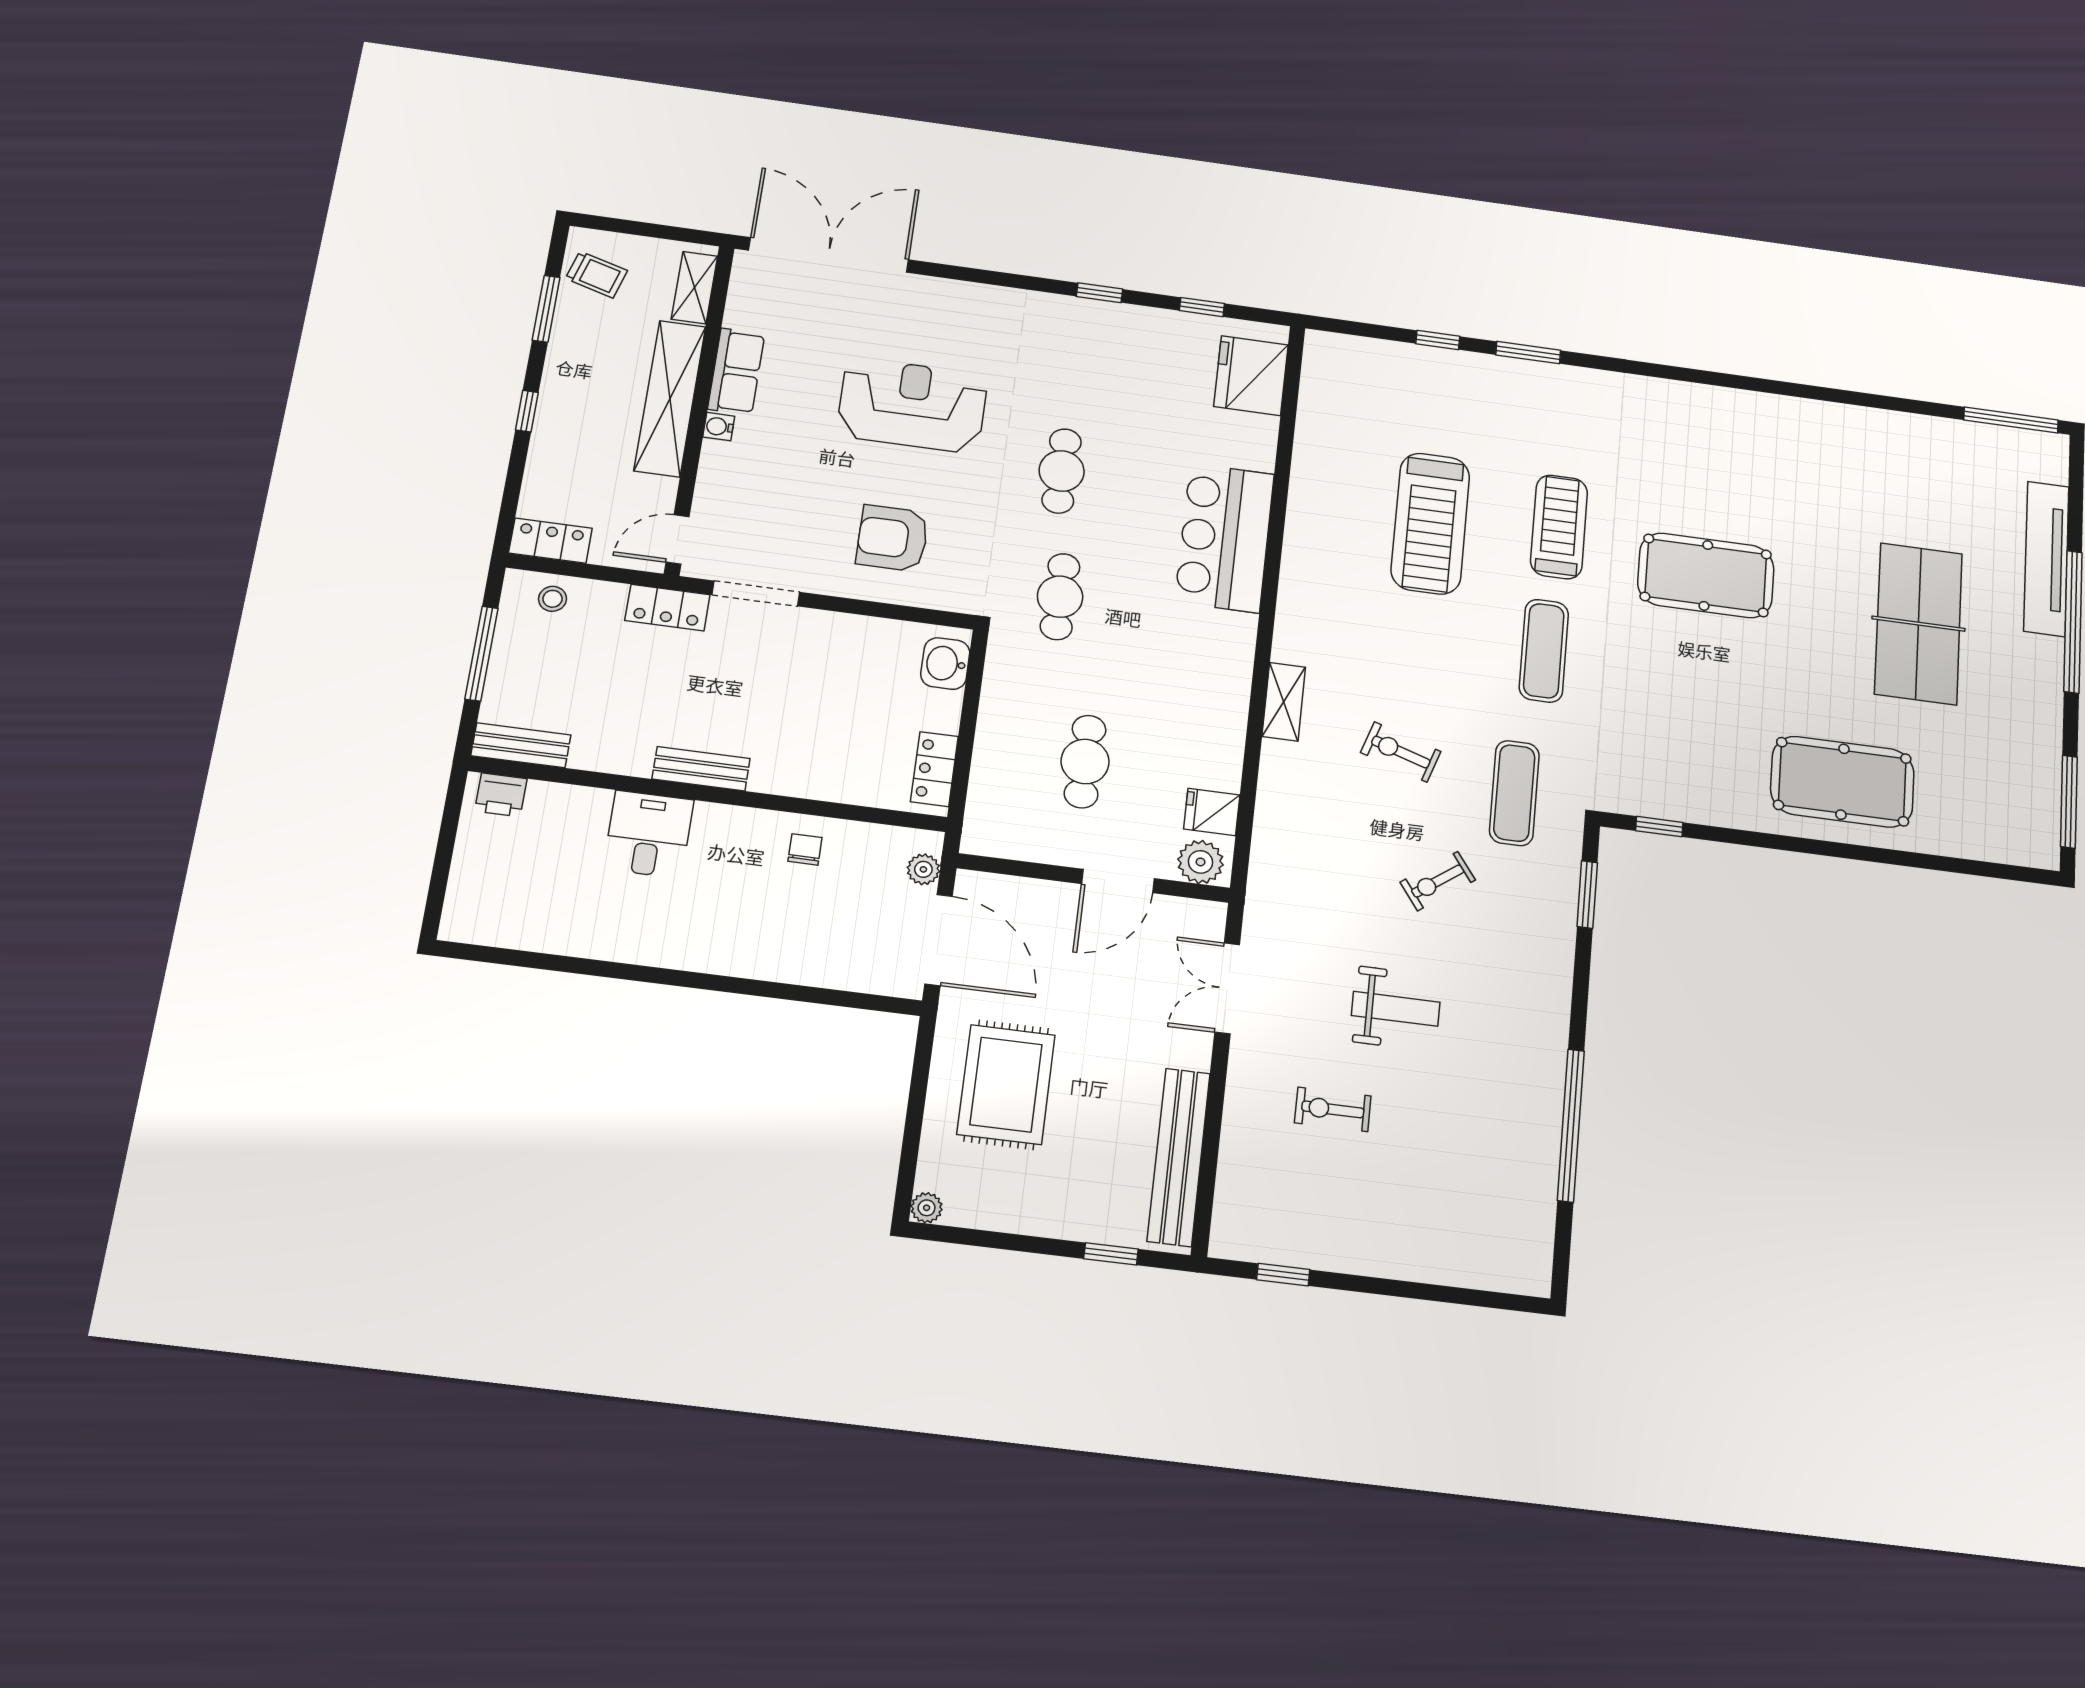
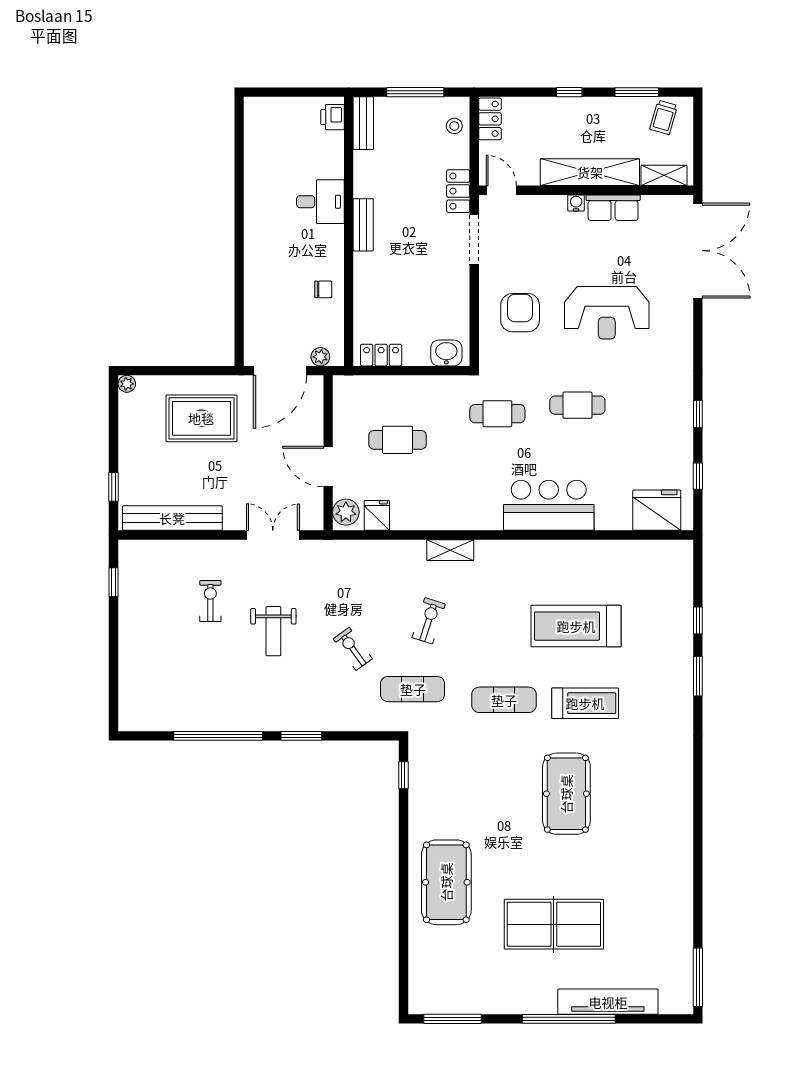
reception desk: (912, 405) -> (607, 313), turned 90
window: (1587, 894) -> (301, 736), moved

